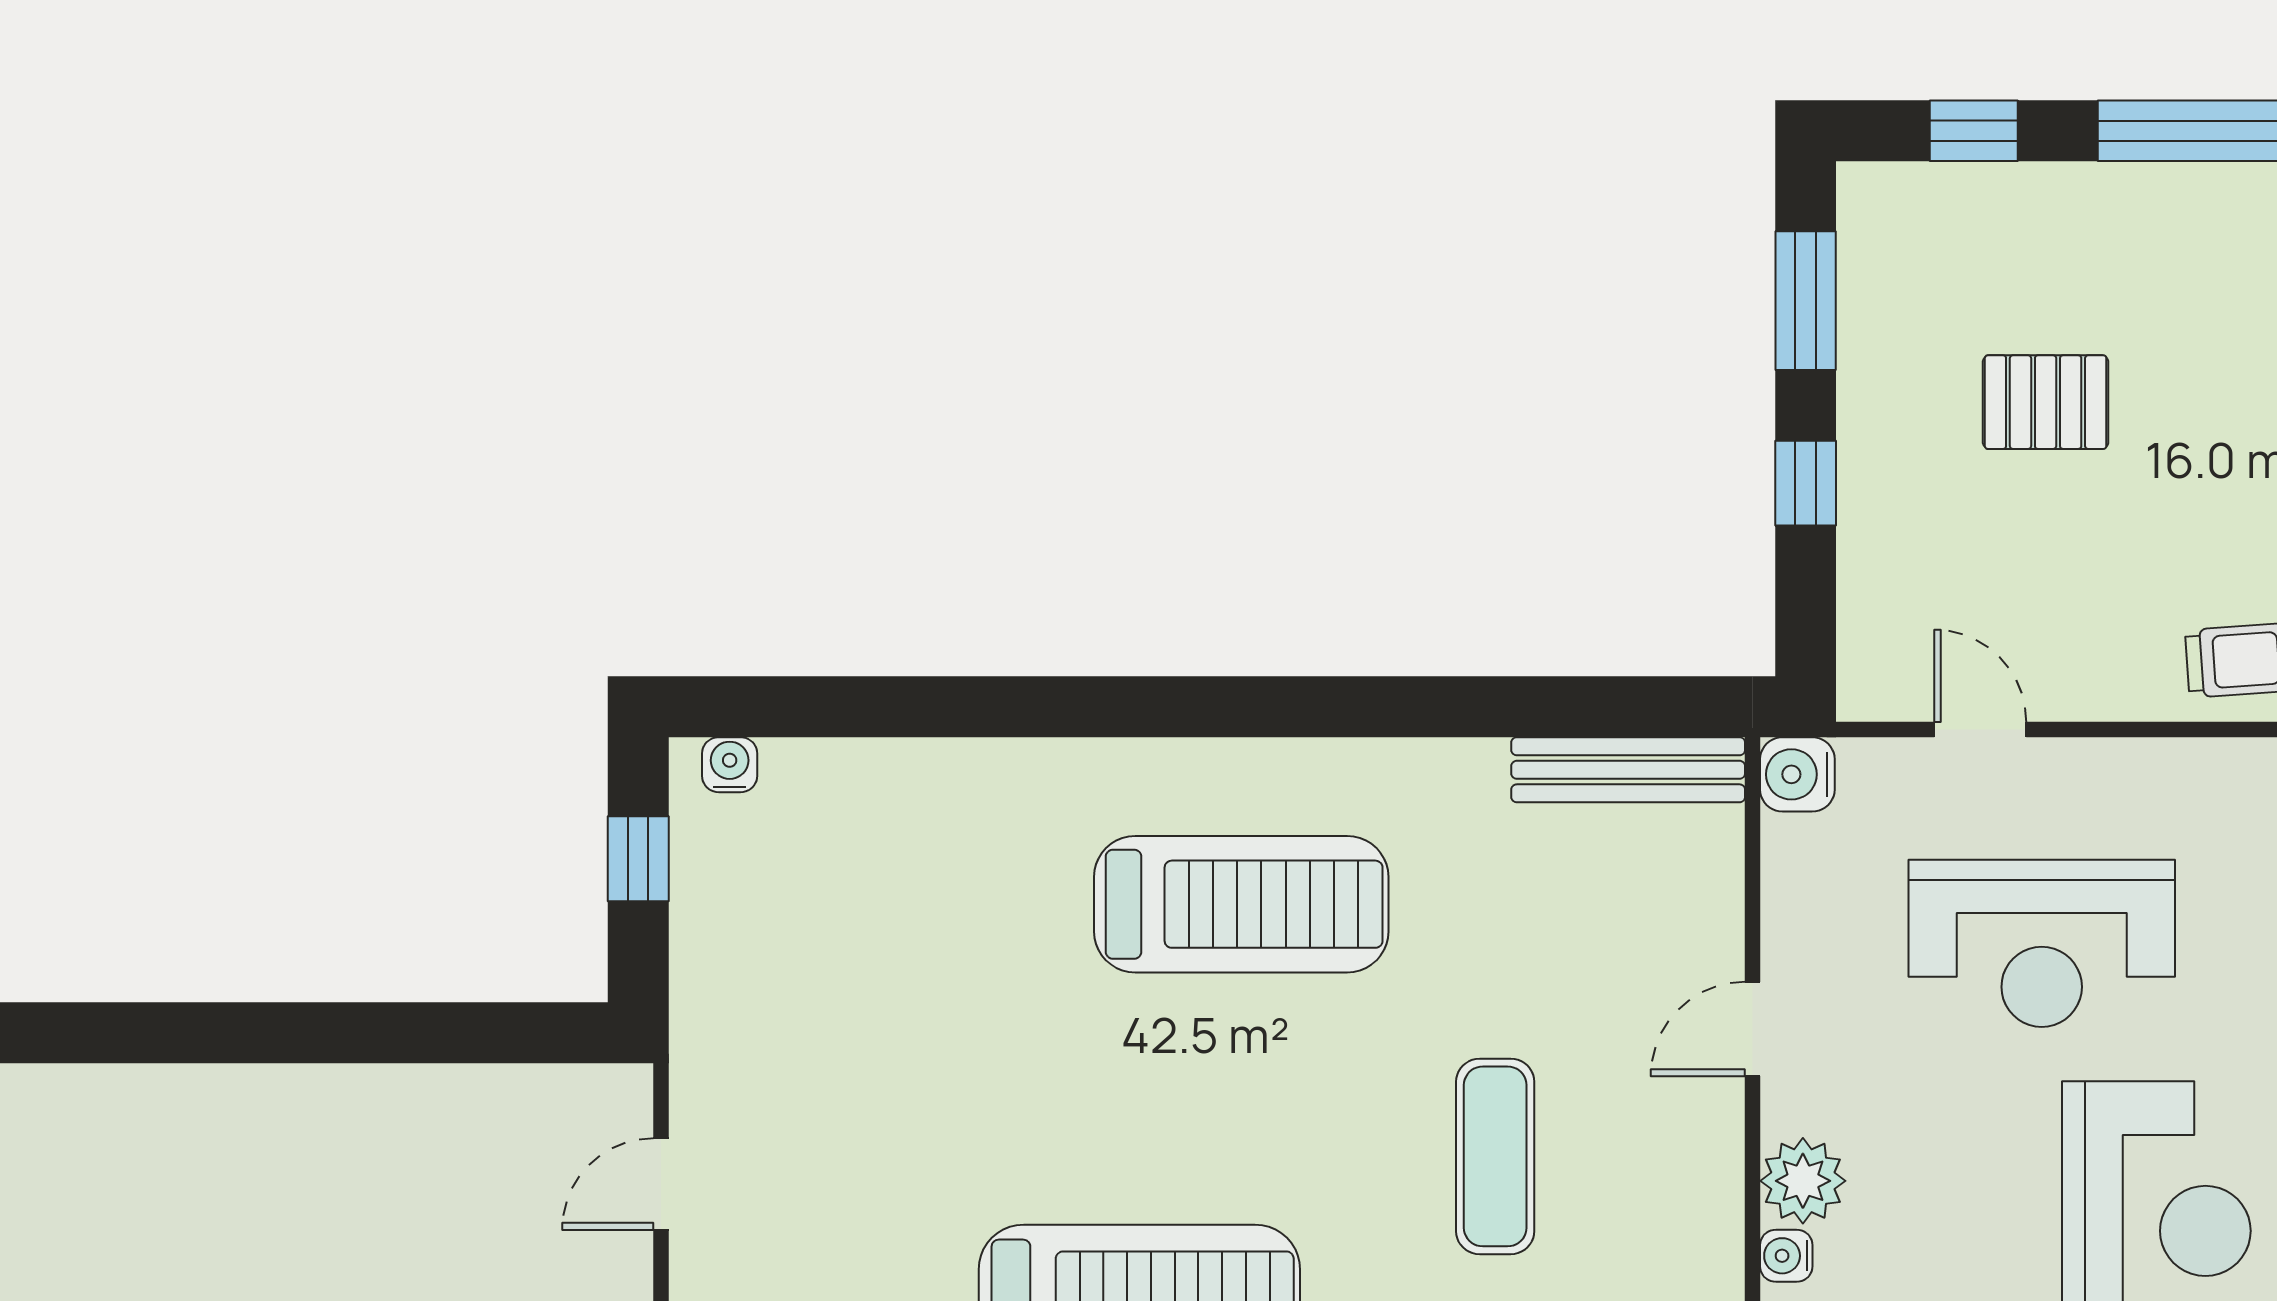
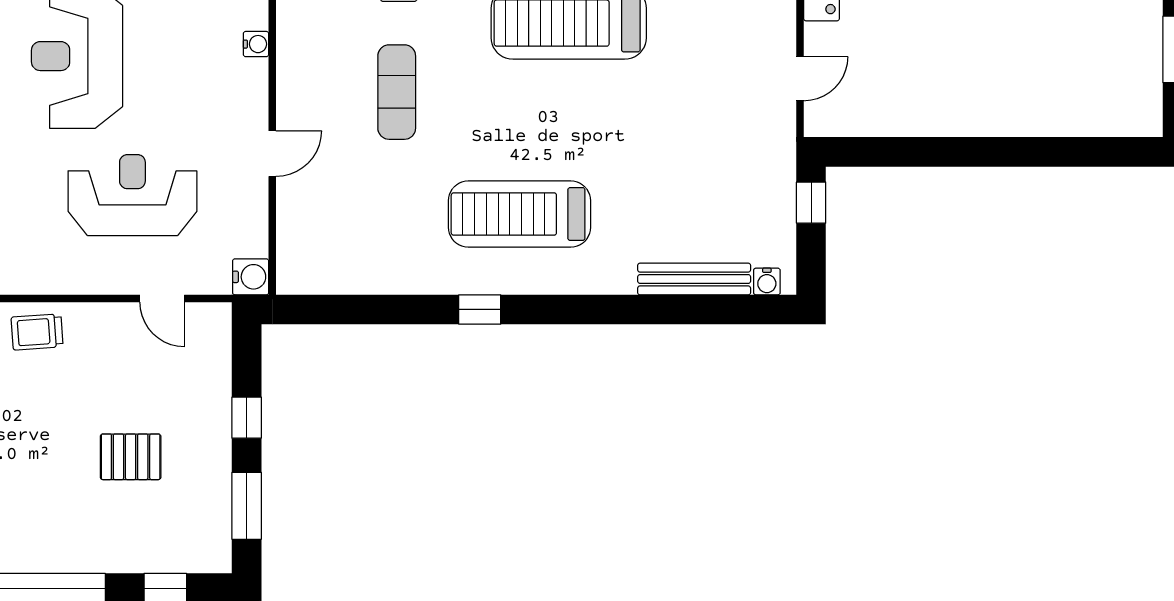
window: (1324, 707) -> (480, 309), added
bench: (1628, 770) -> (694, 279), moved
window: (638, 859) -> (811, 203), moved
plant: (1803, 1181) -> (248, 80), removed

